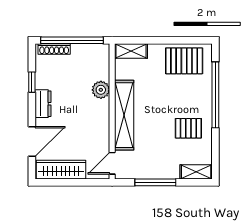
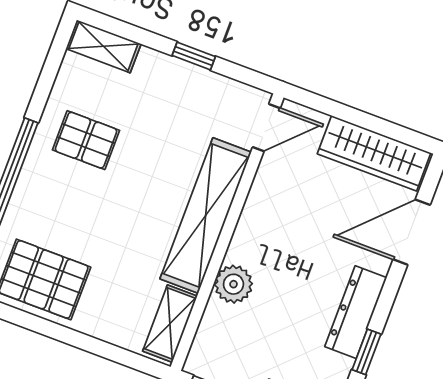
shelving: (131, 51) -> (170, 324), moved, turned 90
dresser: (43, 104) -> (356, 312), width x1.44
window: (155, 182) -> (194, 56), width x0.46

